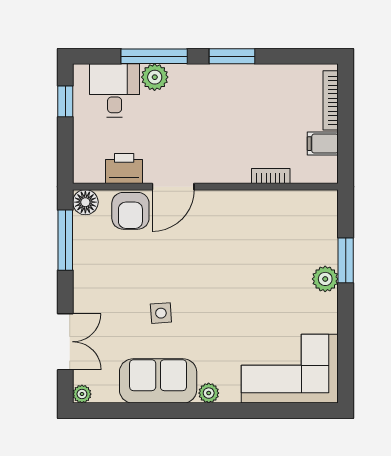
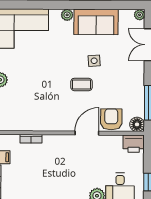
printer: (124, 168) -> (134, 144), moved
coffee table: (183, 271) -> (82, 84), added

